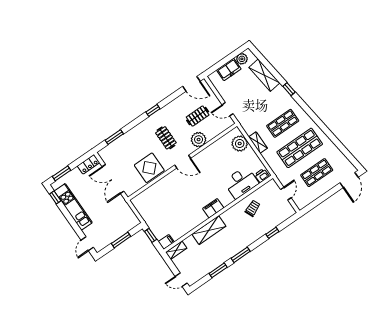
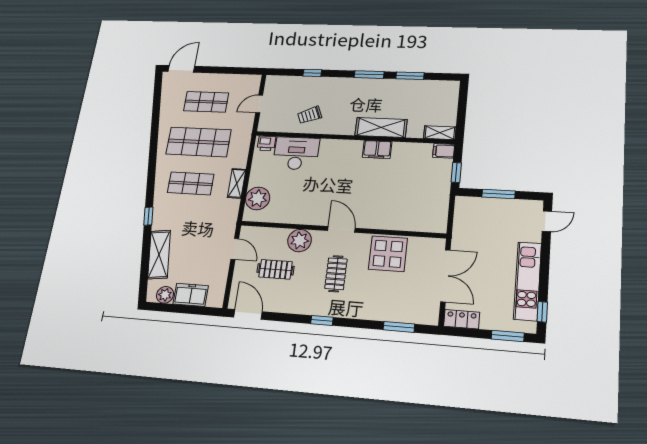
filing cabinet: (213, 208) -> (377, 149), moved
door: (181, 280) -> (463, 96), removed

